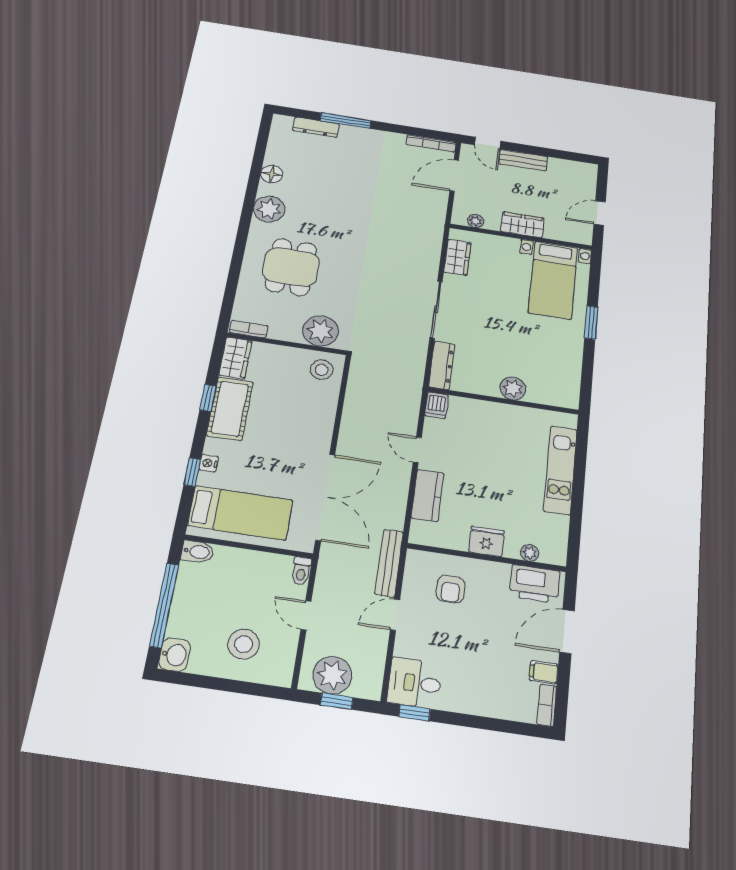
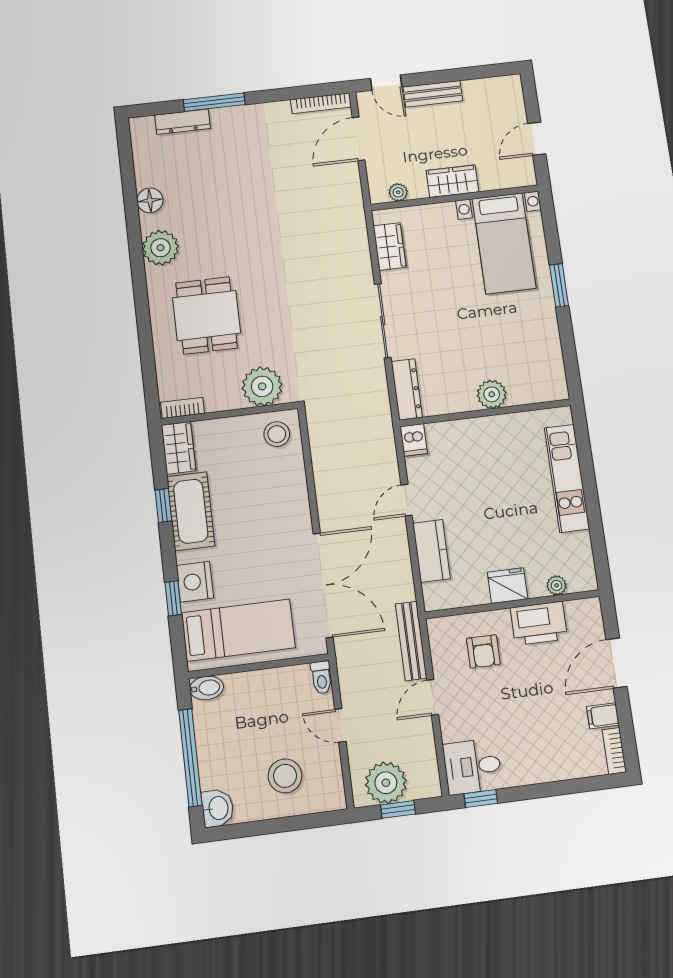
door: (417, 450) -> (407, 500), hinge flipped
nightstand: (209, 463) -> (195, 582), width x1.89, depth x1.79
printer: (535, 584) -> (539, 623), moved

